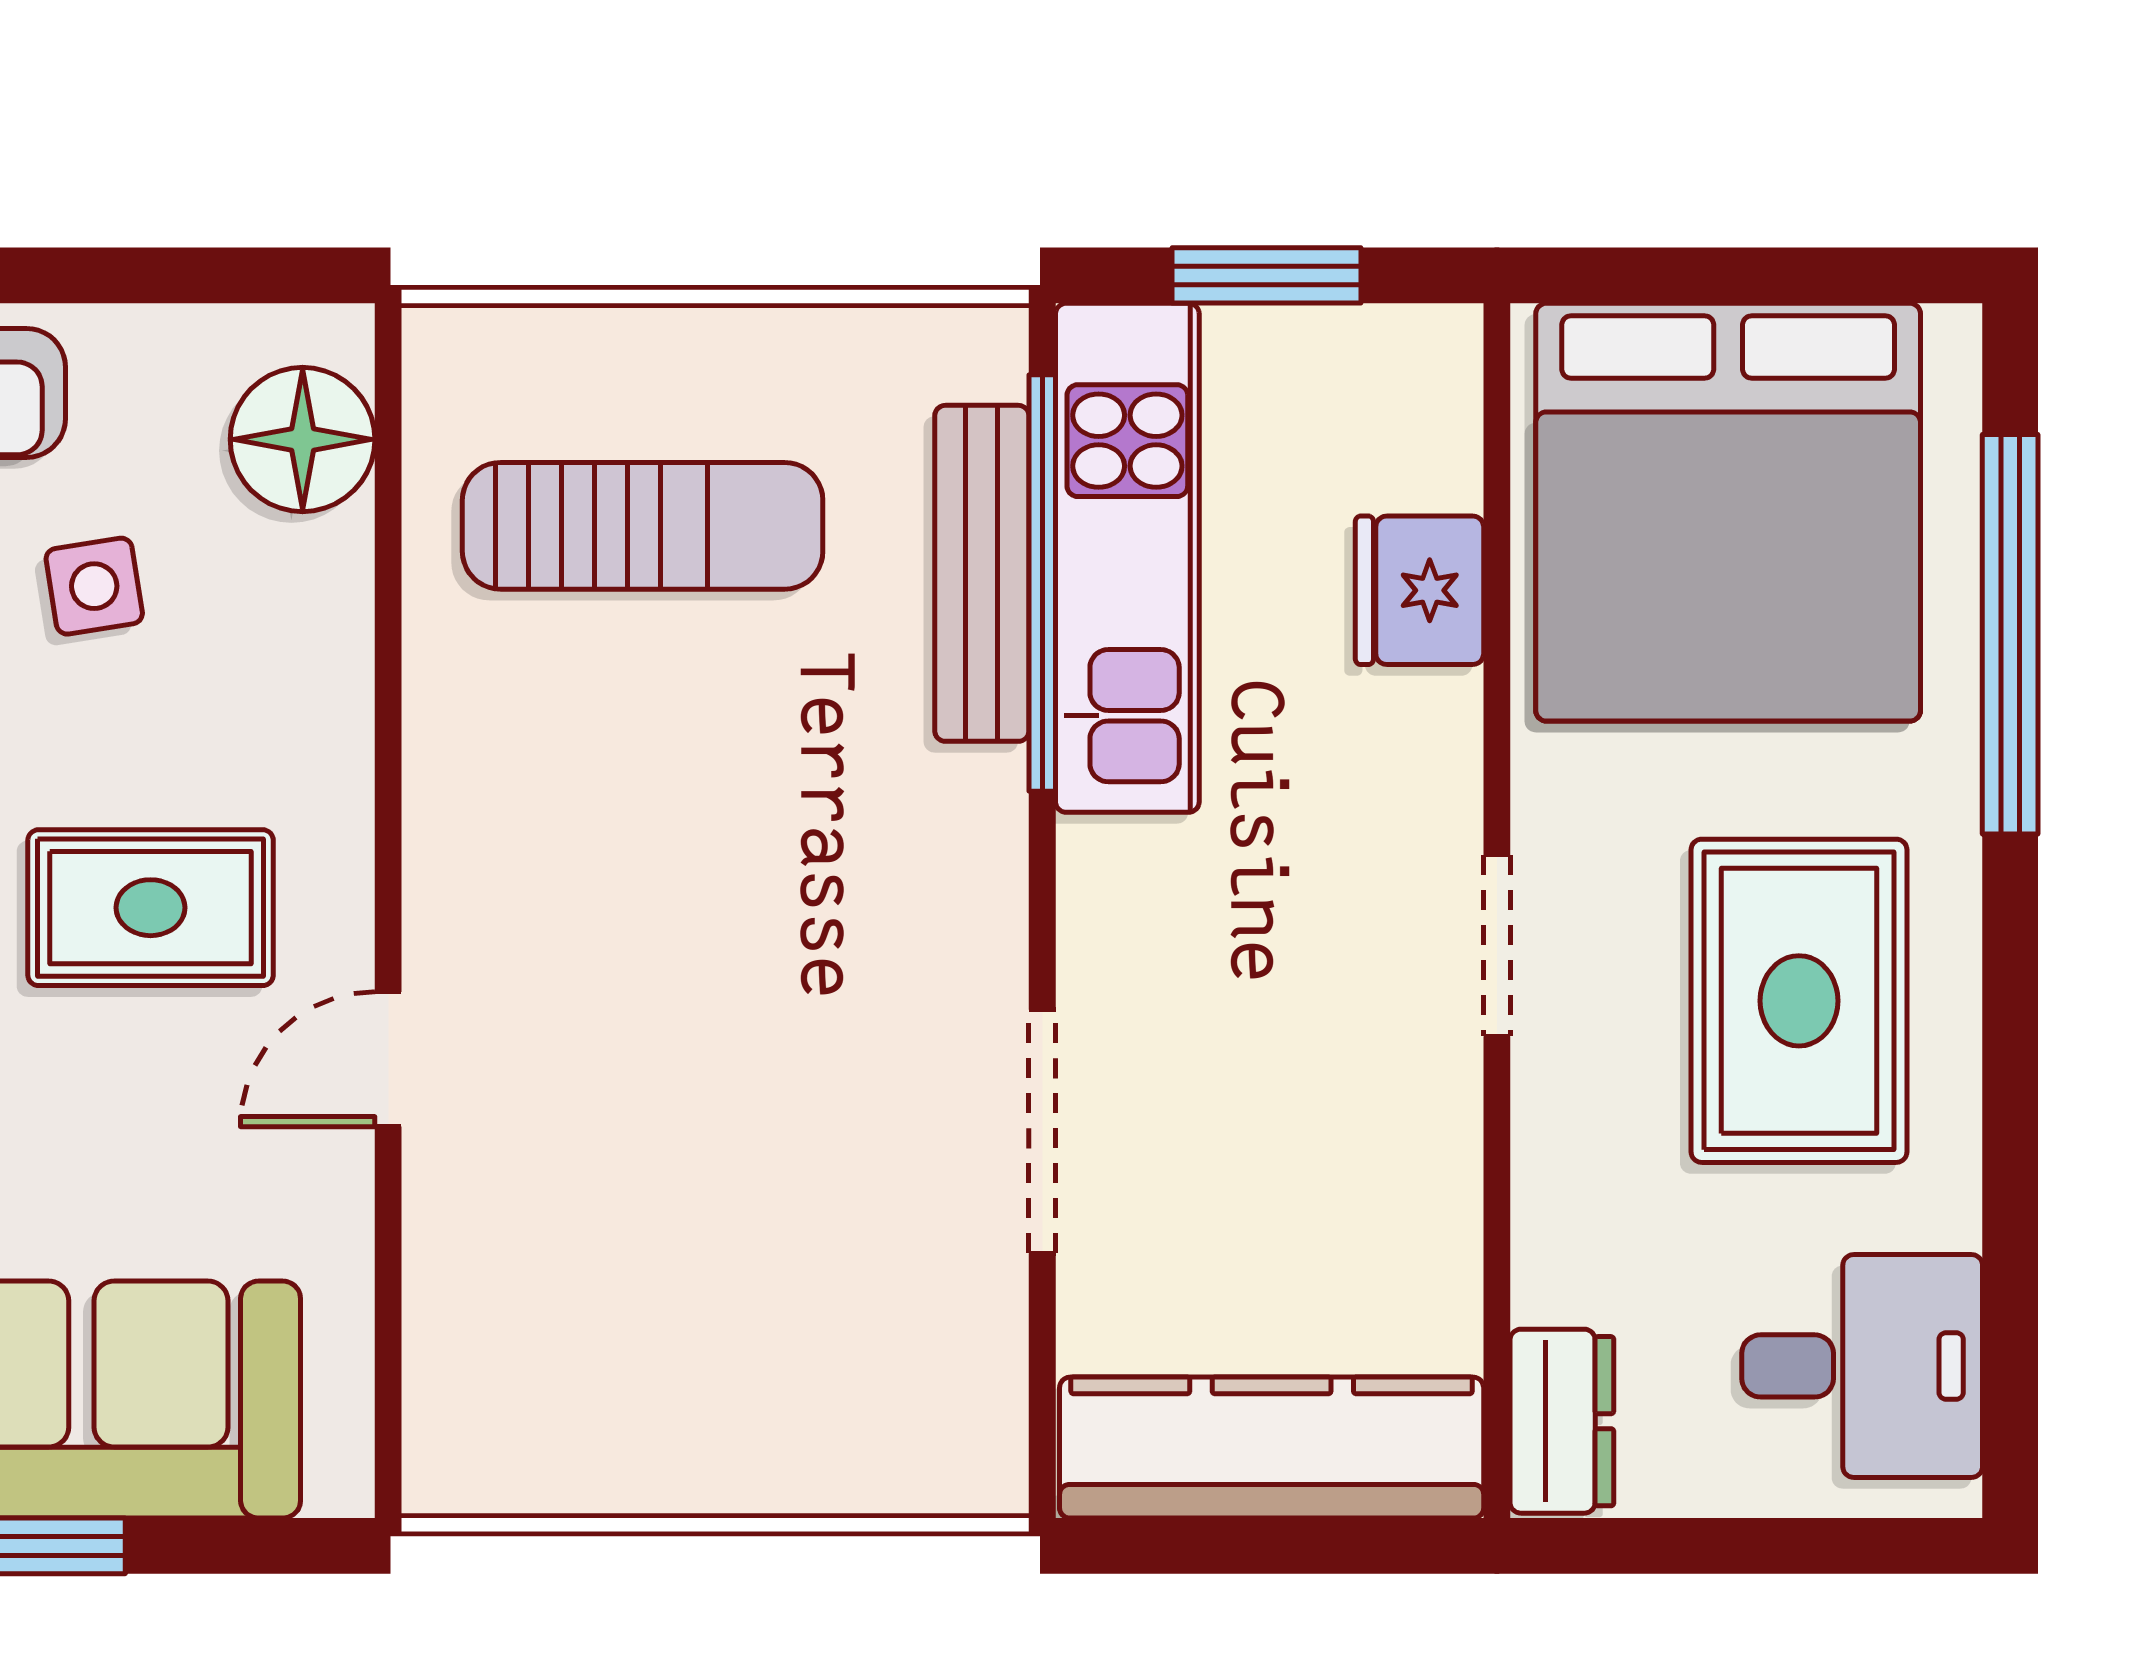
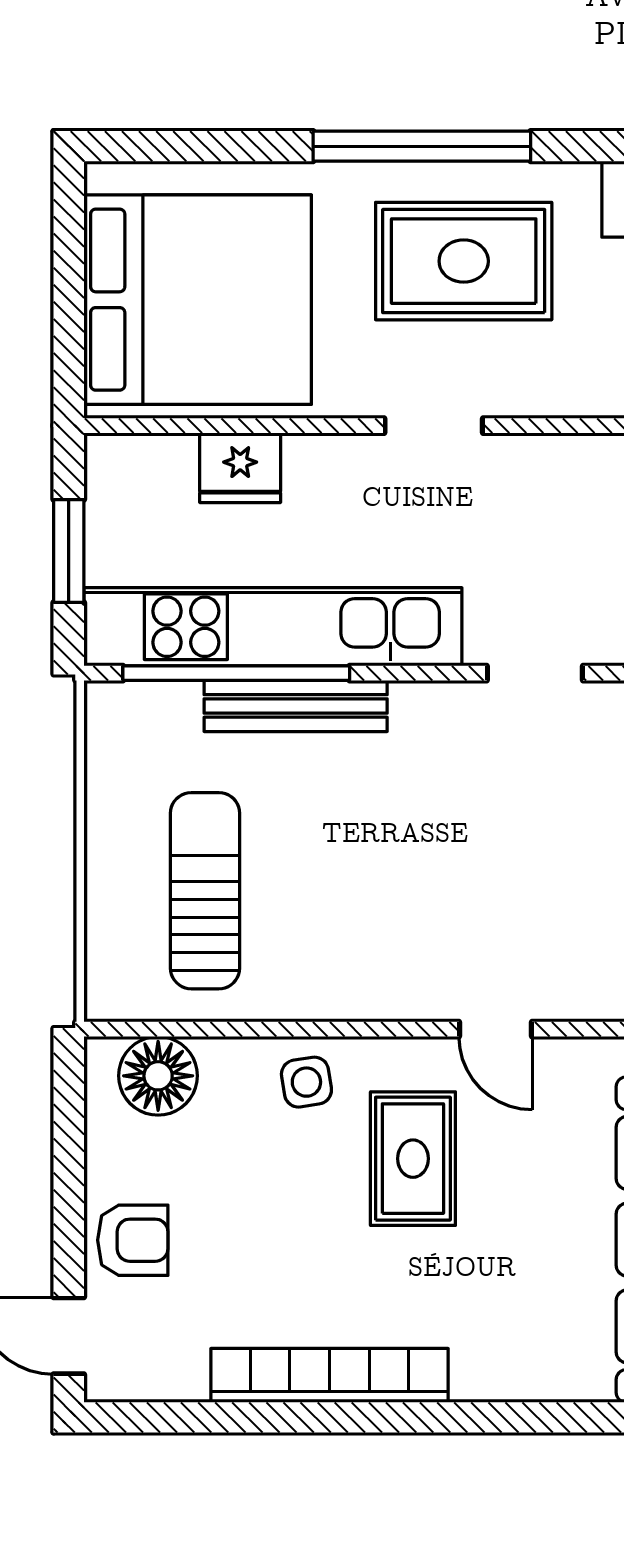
kitchen unit: (1127, 558) -> (273, 627), width x1.36
bench: (982, 573) -> (296, 706), moved
side table: (94, 586) -> (306, 1082), moved
window: (2010, 634) -> (422, 146), moved
doorway: (1042, 1131) -> (535, 673), width x0.73

